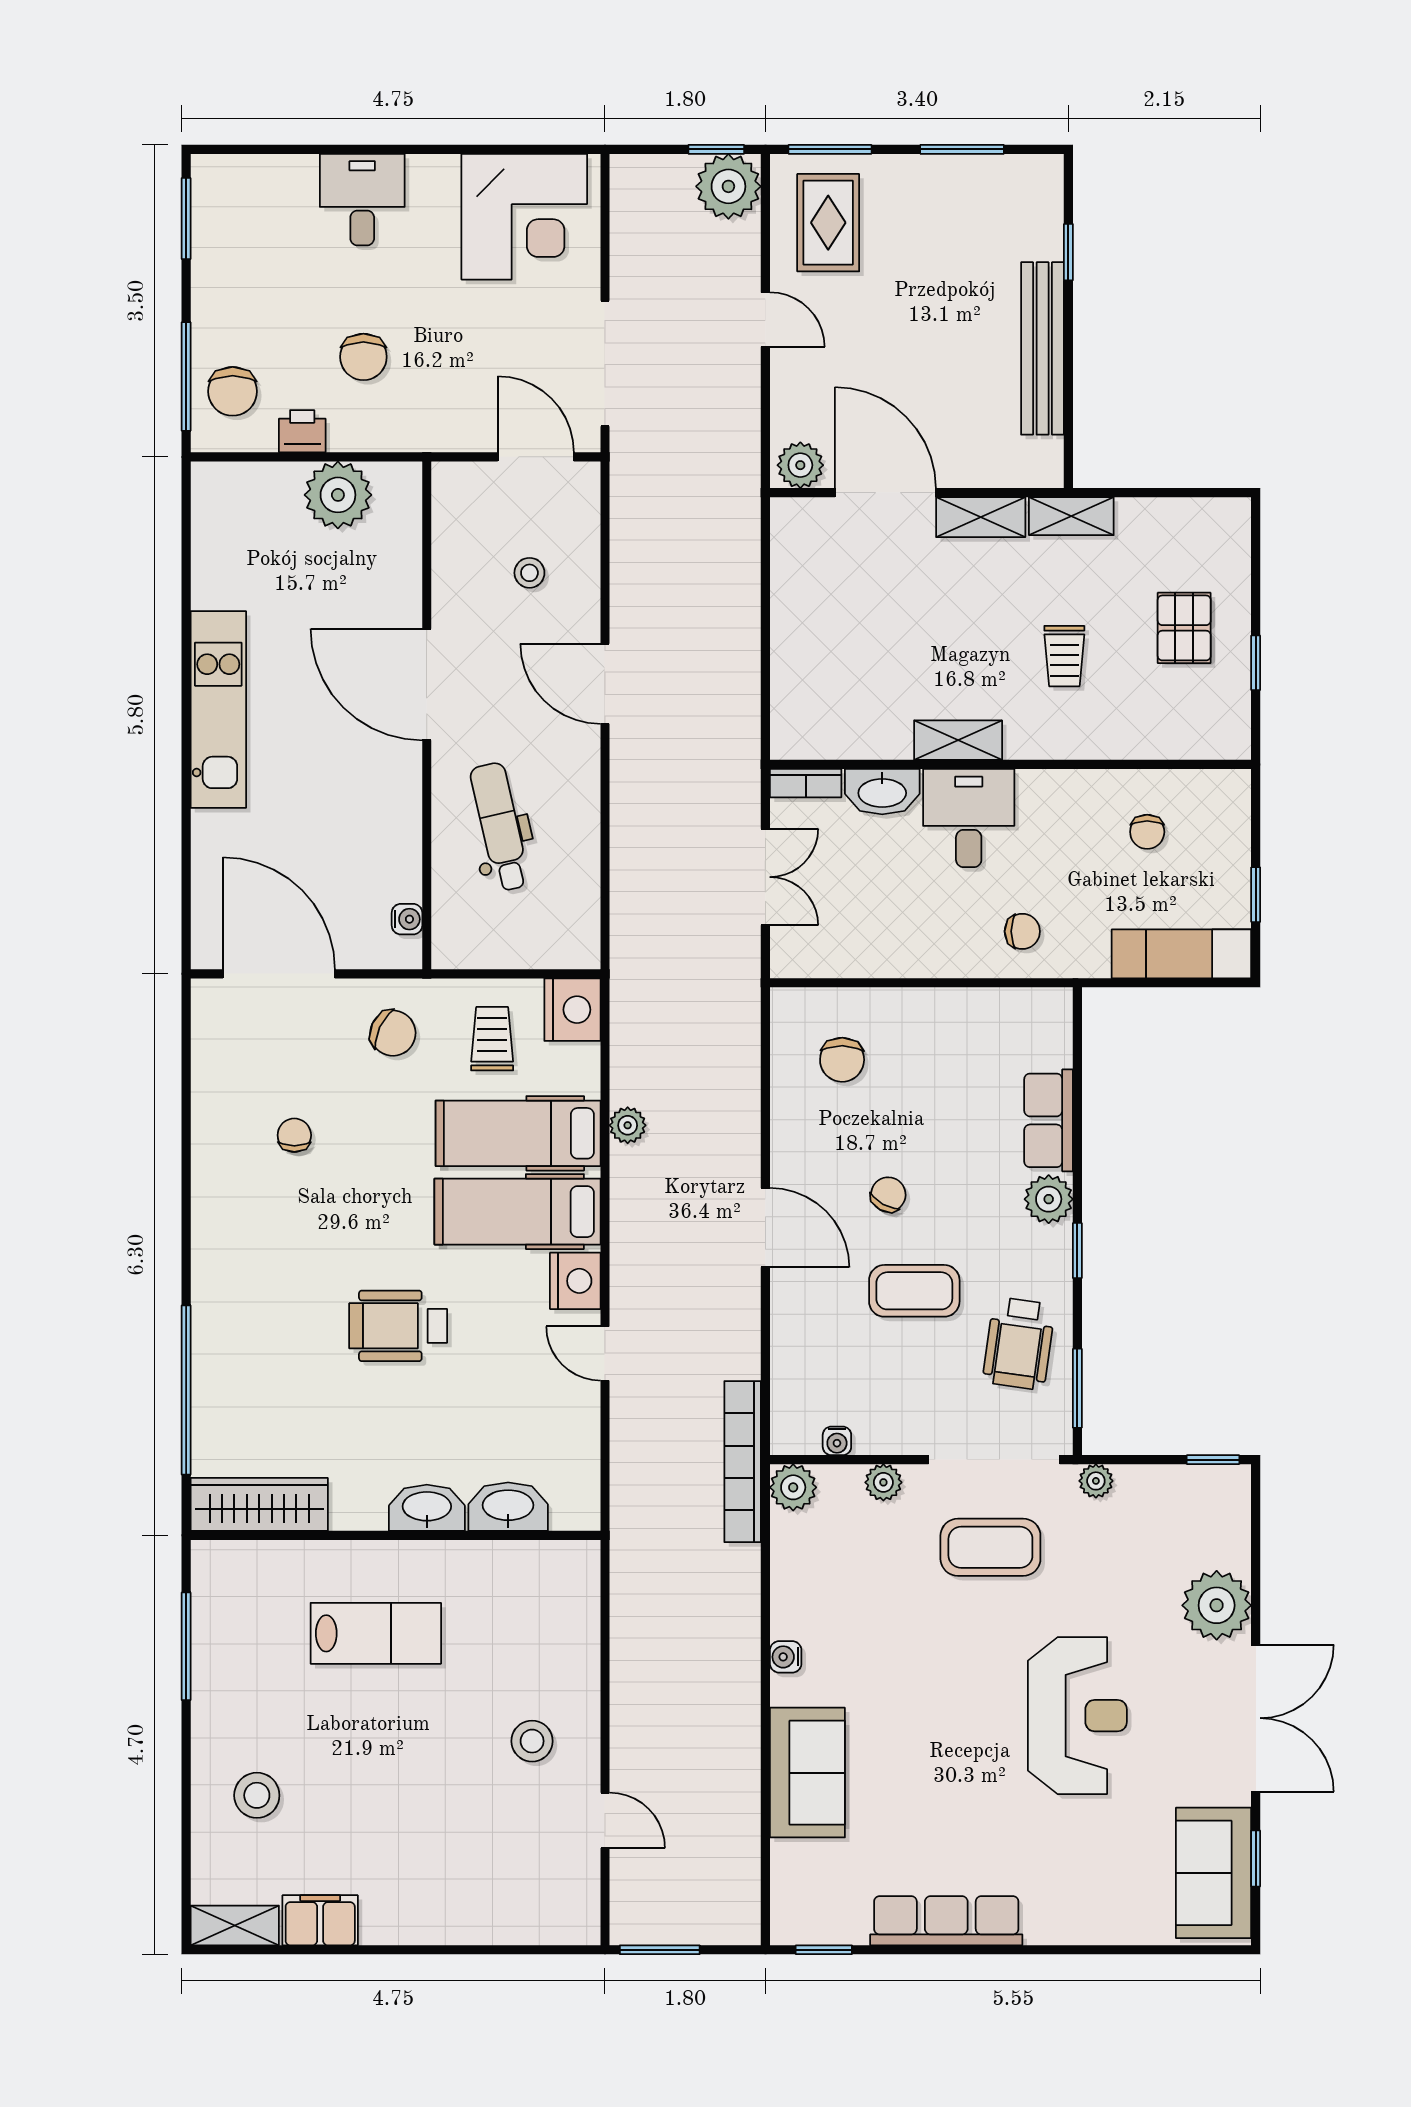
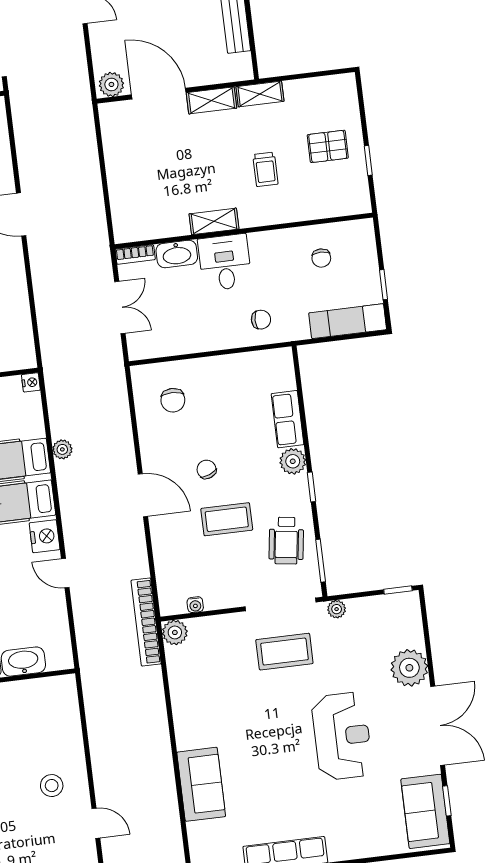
pallet: (1184, 628) -> (328, 146), turned 90
nightstand: (572, 1010) -> (31, 382), width x0.53, depth x0.56
chair: (888, 1195) -> (207, 469), turned -50
plant: (883, 1482) -> (223, 624), removed
water cooler: (786, 1657) -> (182, 724), removed

